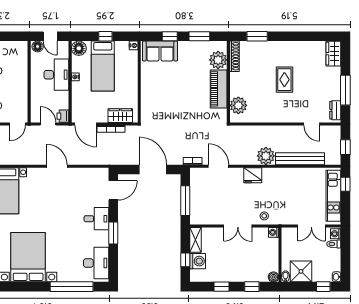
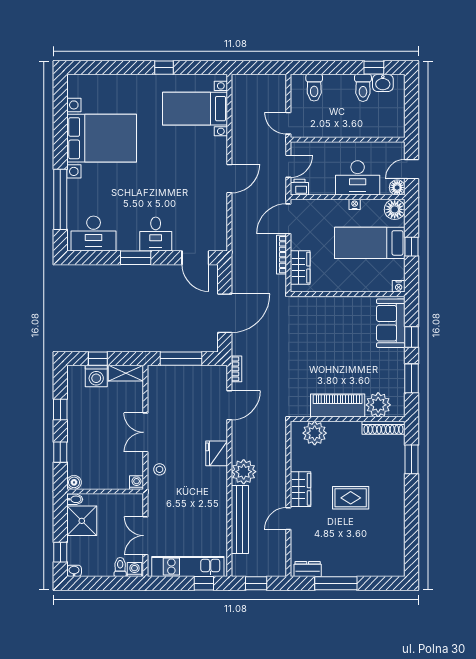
floor lamp: (38, 46) -> (397, 188), moved
wardrobe: (333, 54) -> (301, 489), moved, turned 90
door: (312, 124) -> (288, 519), moved

